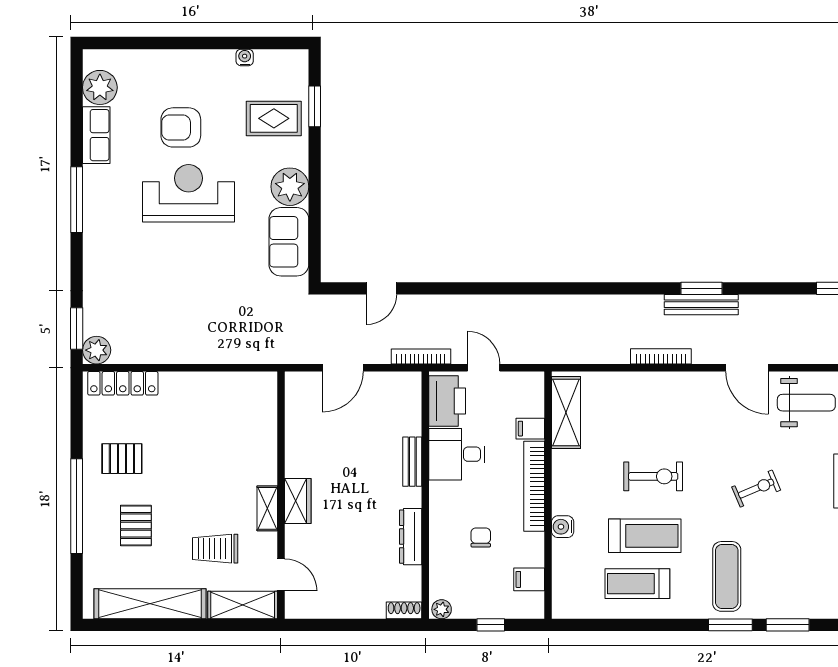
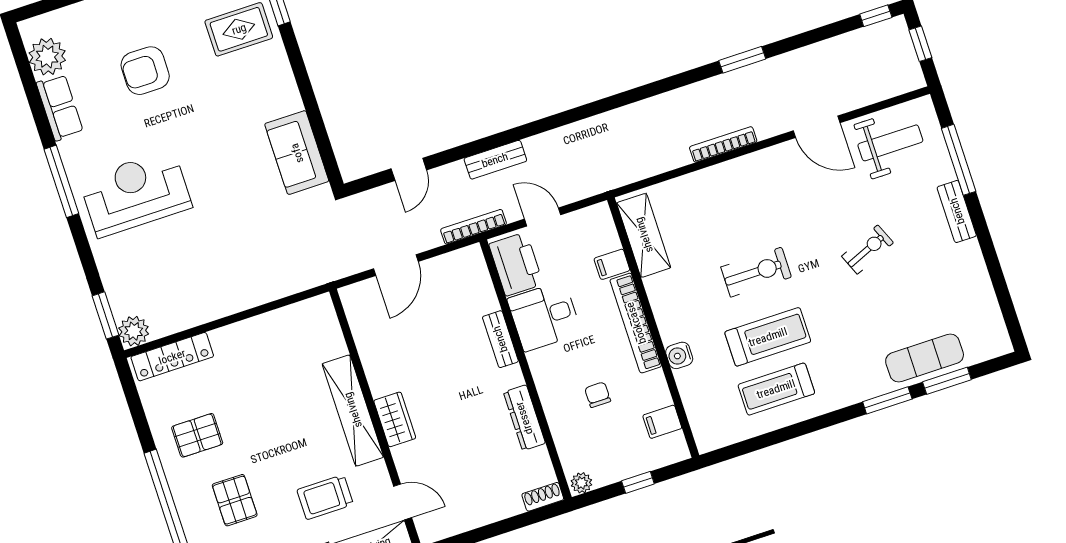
plant: (290, 187) -> (279, 95), removed
reception desk: (189, 193) -> (136, 193), moved
bench: (701, 305) -> (495, 160), moved, width x0.73
shelving: (267, 508) -> (353, 410), width x2.20, depth x1.33
exercise mat: (727, 576) -> (925, 358), moved, turned 90

